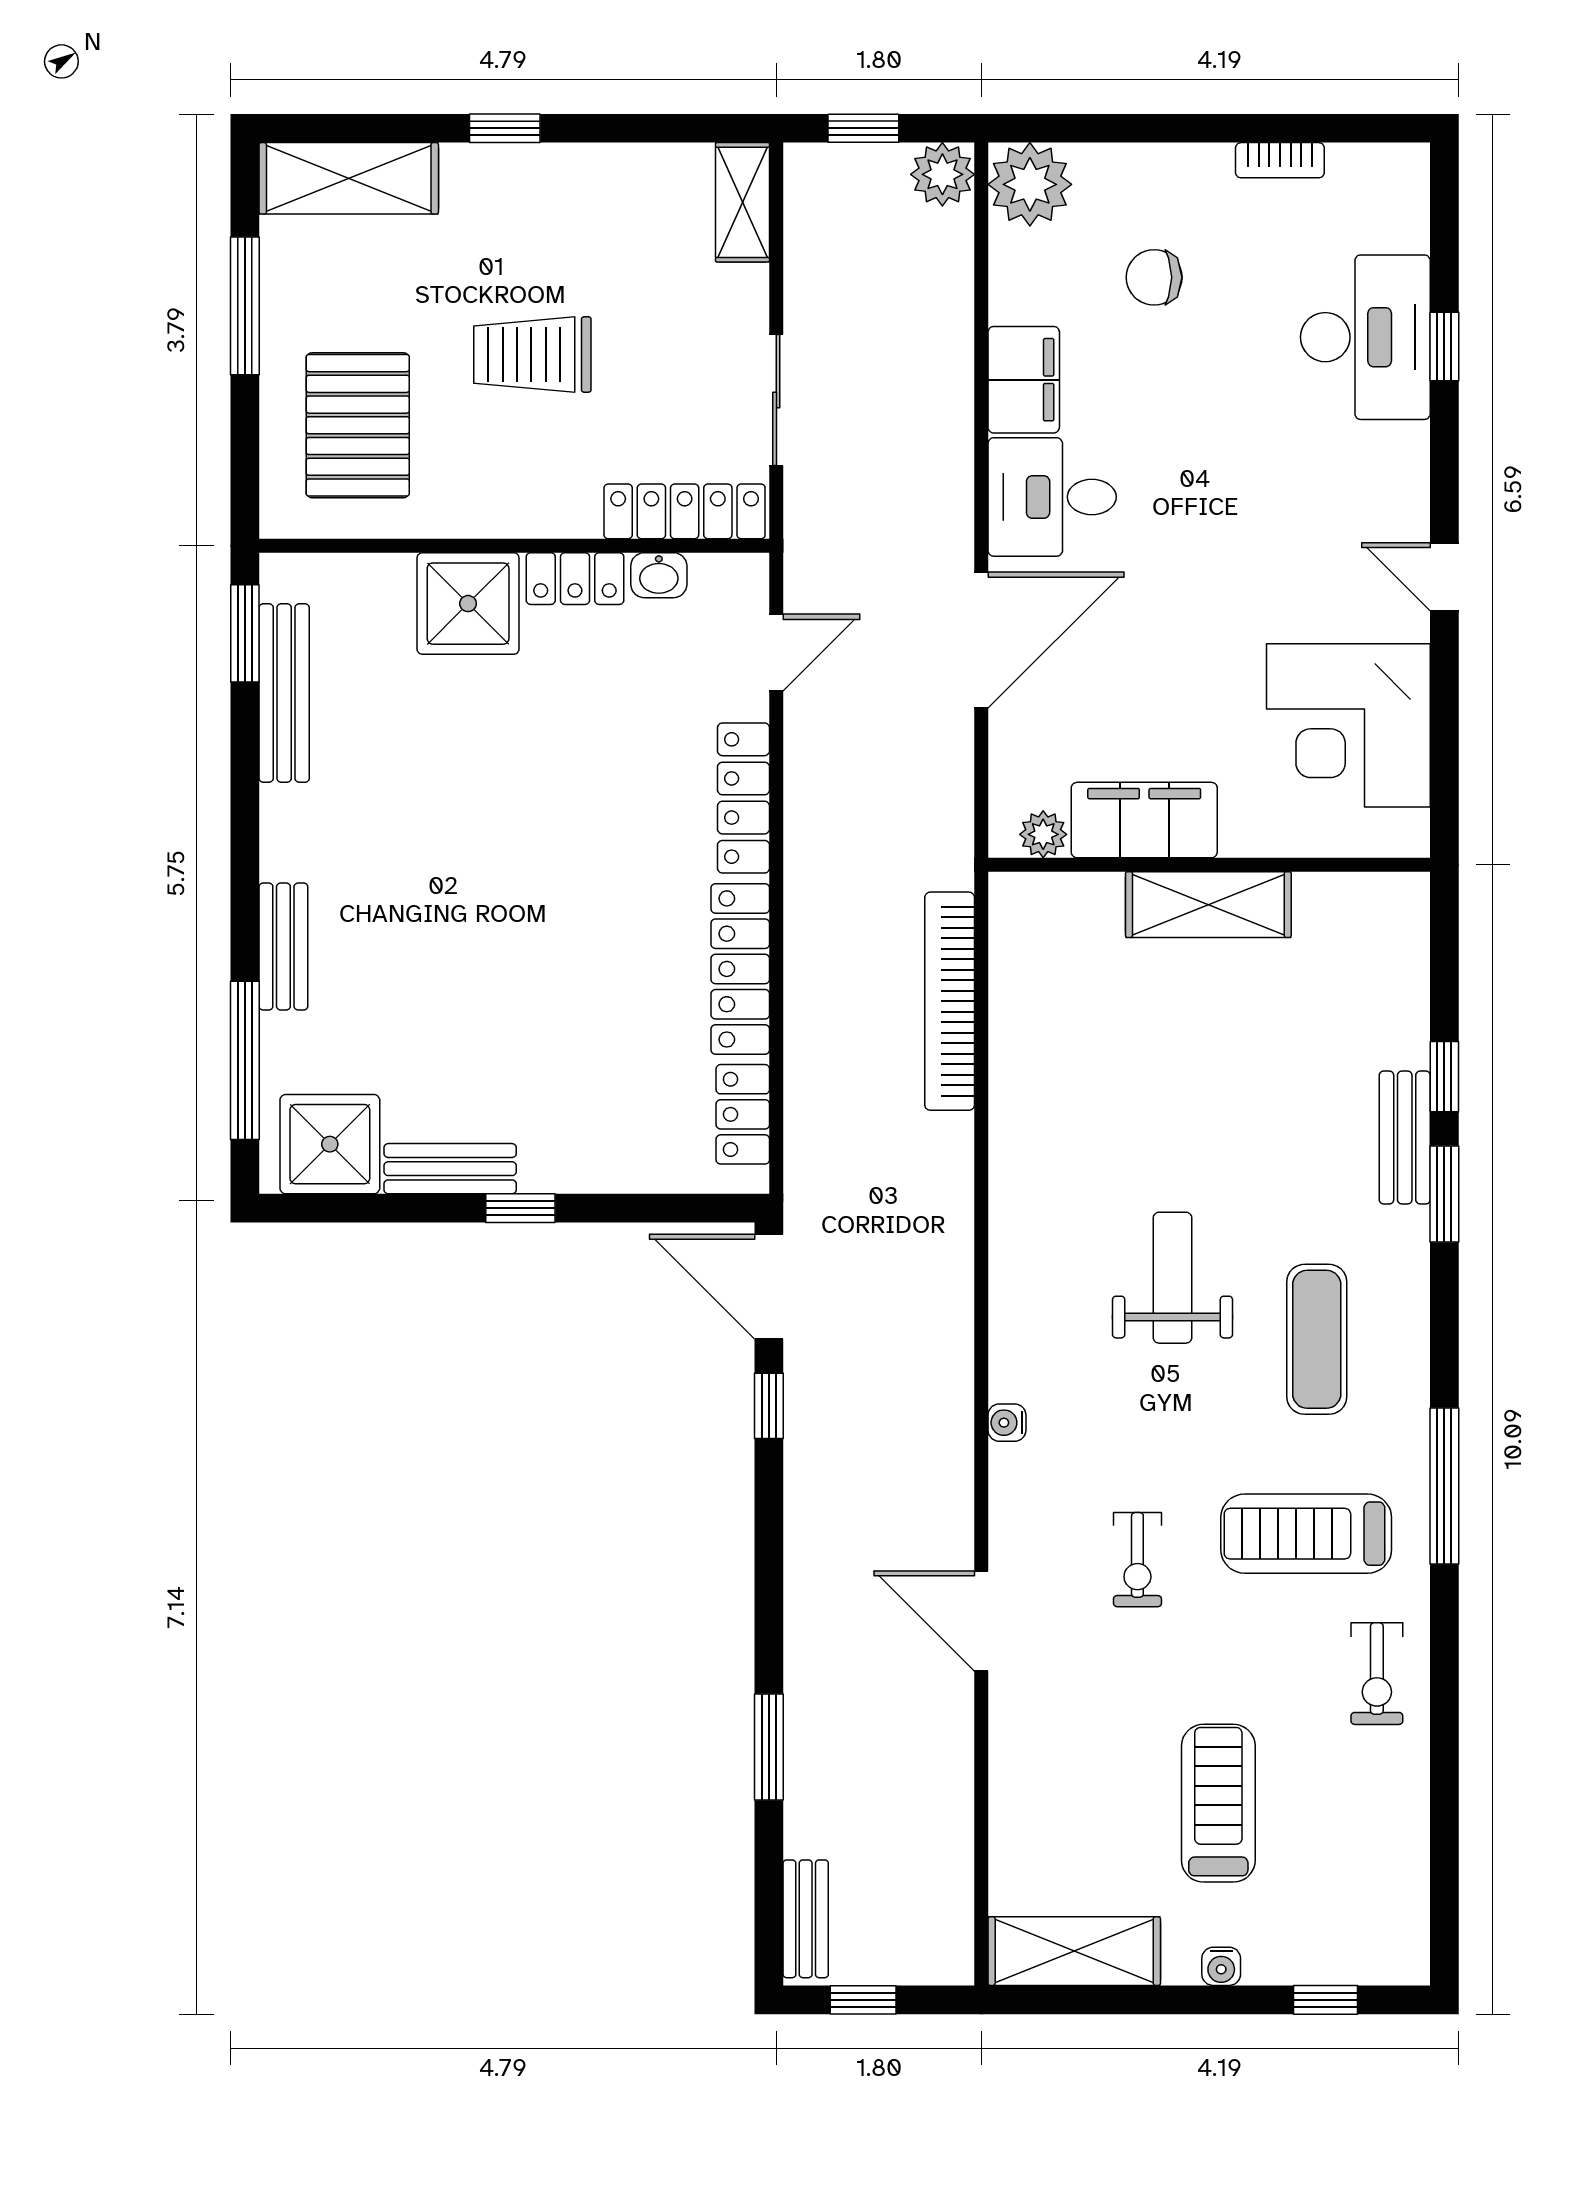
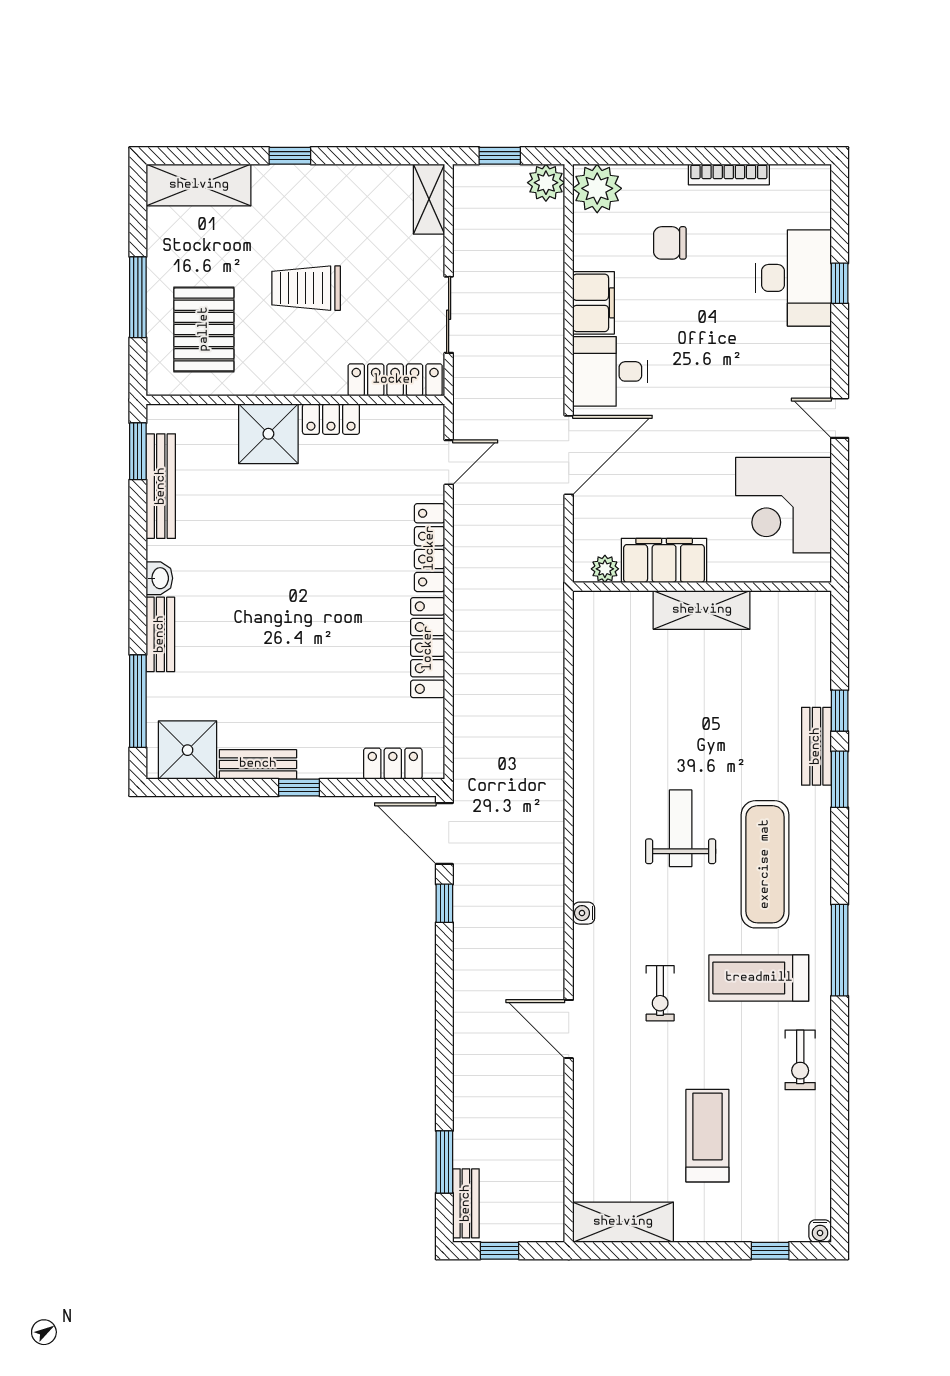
bookcase: (1280, 160) -> (729, 174), width x1.56
window: (245, 306) -> (138, 297), moved
washbasin: (659, 575) -> (159, 578), moved, turned -90
bookcase: (950, 1001) -> (550, 666), removed
locker: (743, 1114) -> (393, 764), moved, turned 90
exercise mat: (1317, 1339) -> (765, 864), width x1.36, depth x1.45
window: (769, 1747) -> (444, 1162), moved
water cooler: (1221, 1966) -> (820, 1231), moved

